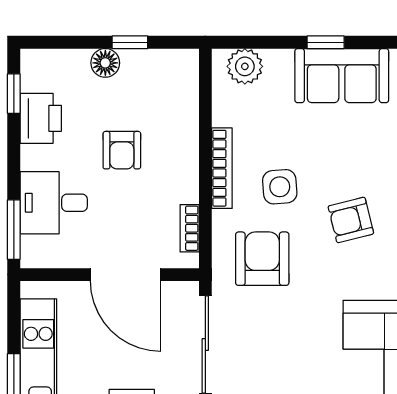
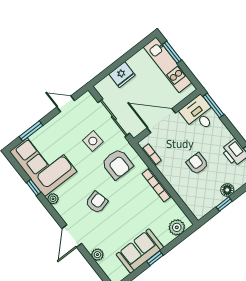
side table: (280, 187) -> (93, 141), moved
desk: (54, 203) -> (199, 114), moved, turned -90

